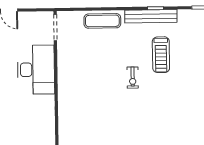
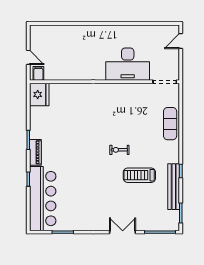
bench: (151, 16) -> (174, 187), moved

